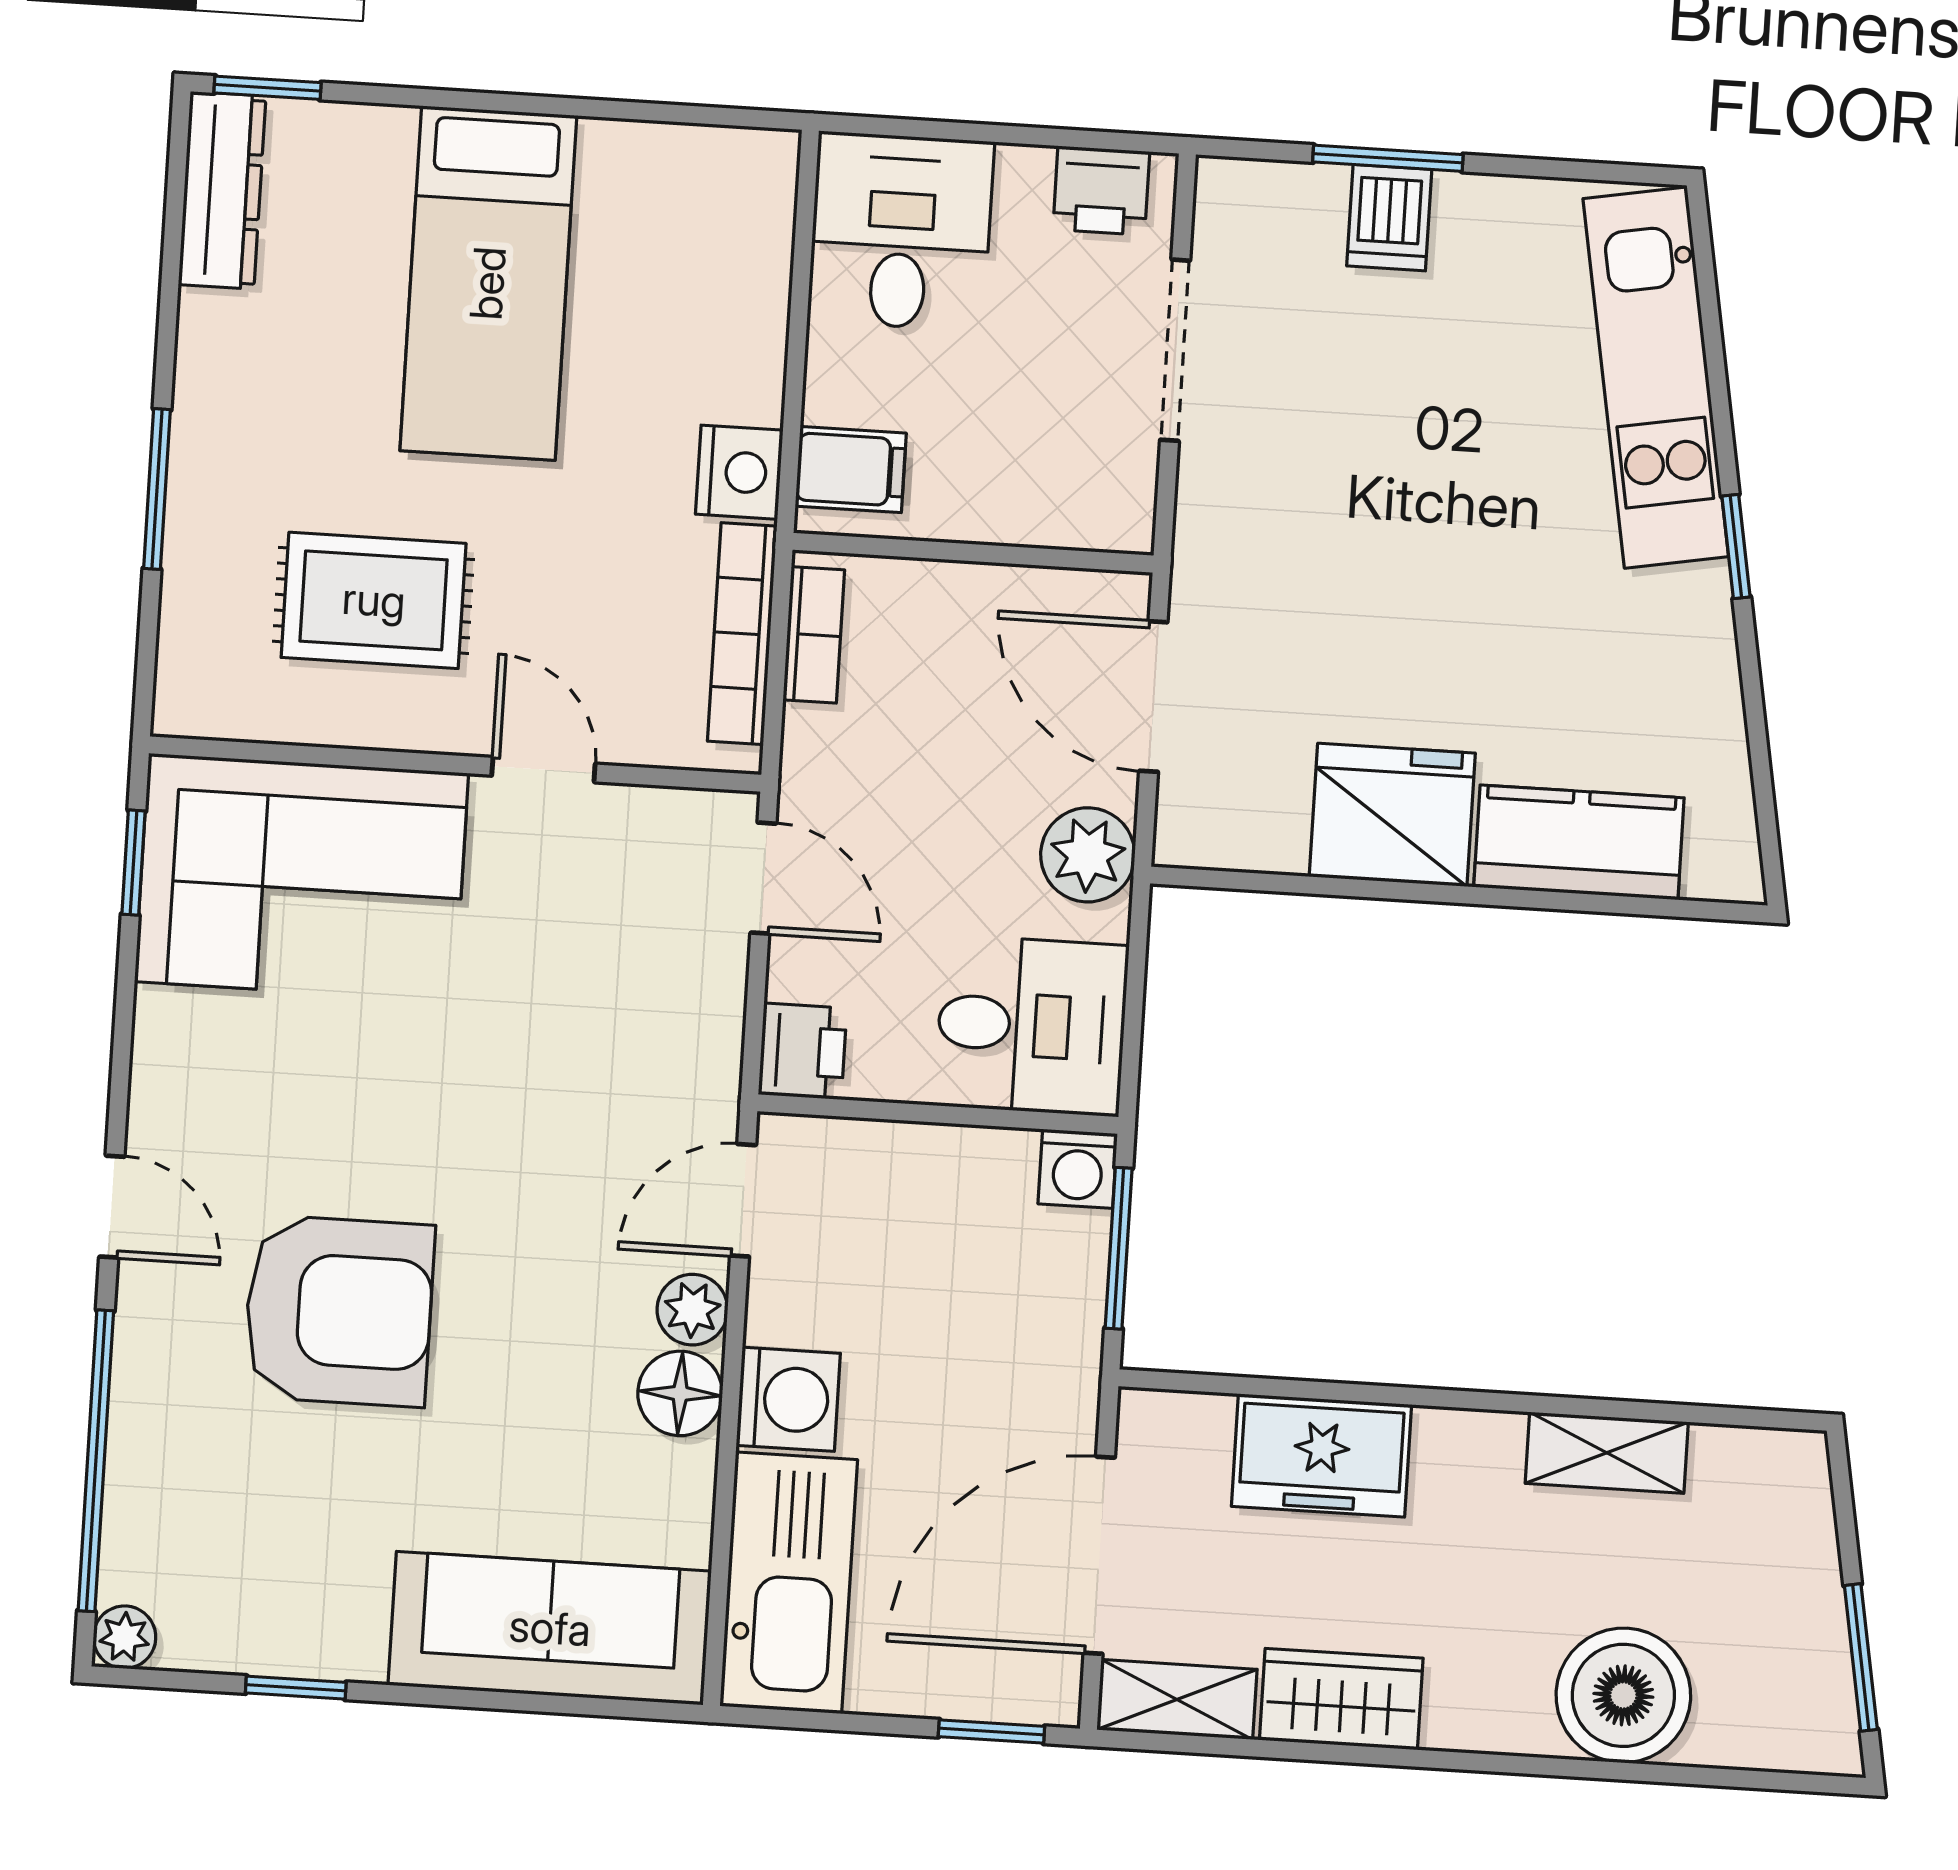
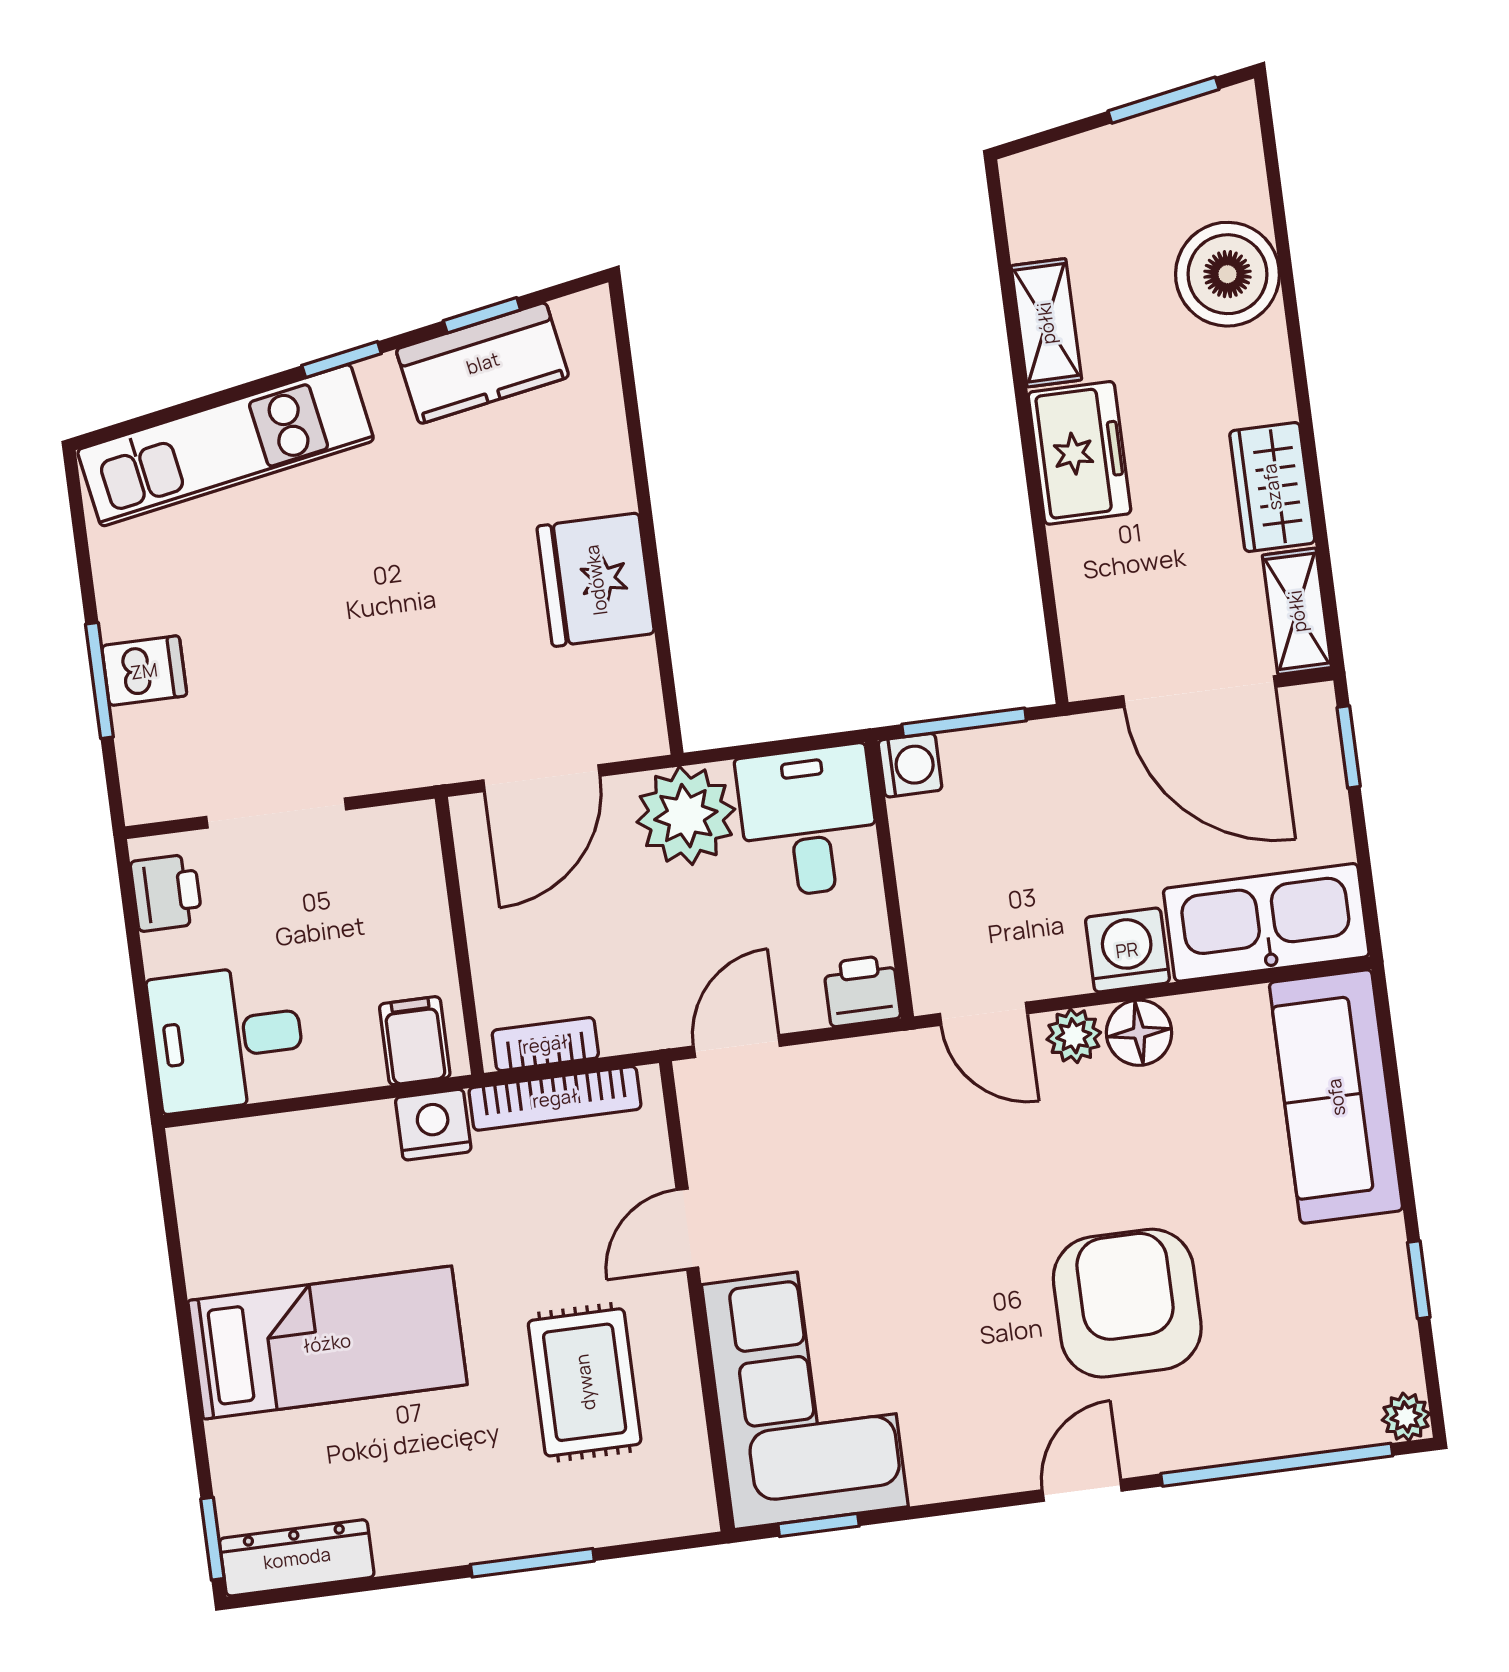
window: (1757, 736) -> (482, 315), added
kitchen counter: (1579, 842) -> (483, 363), moved, turned -100
plant: (1088, 855) -> (686, 816), width x1.36, depth x1.36
freezer: (1321, 1455) -> (1080, 453), moved

